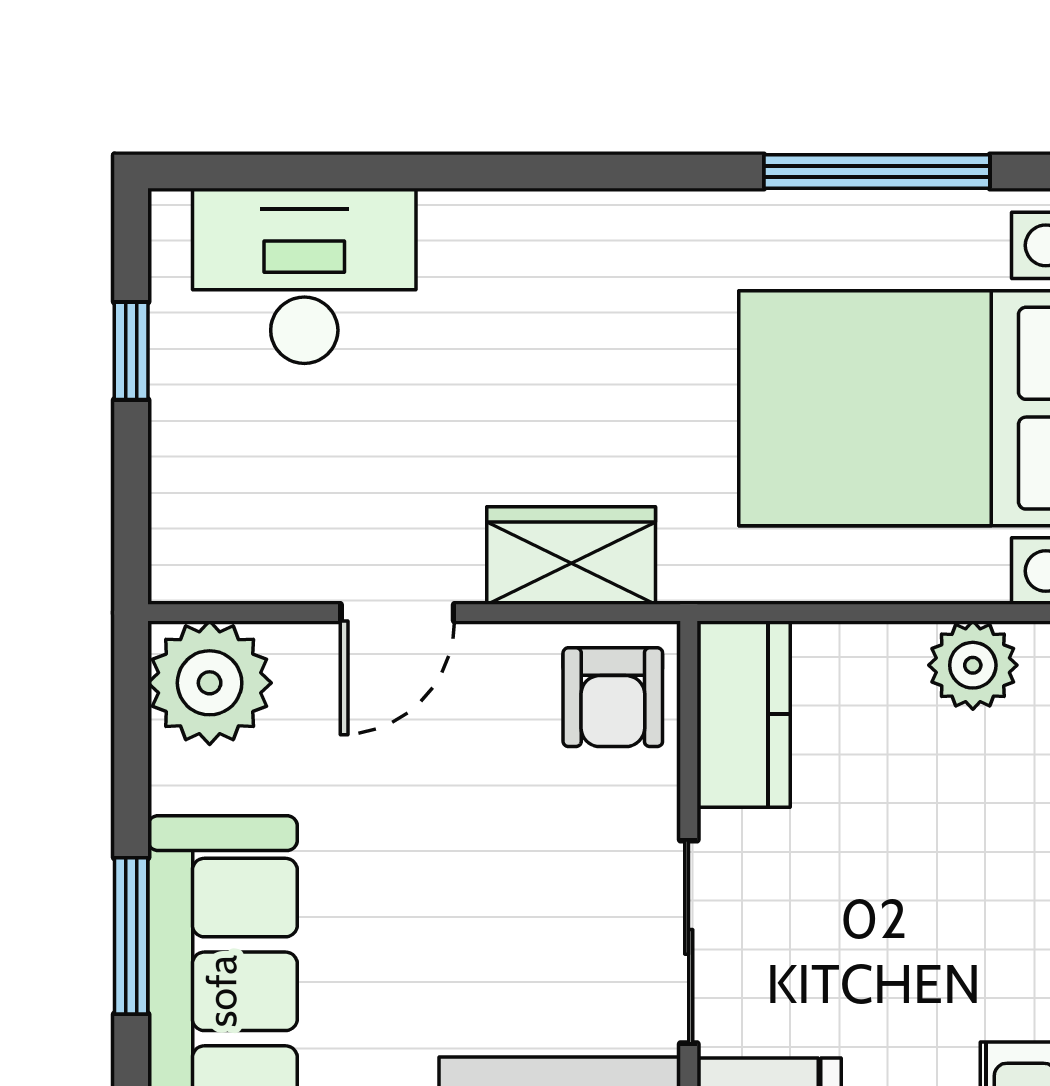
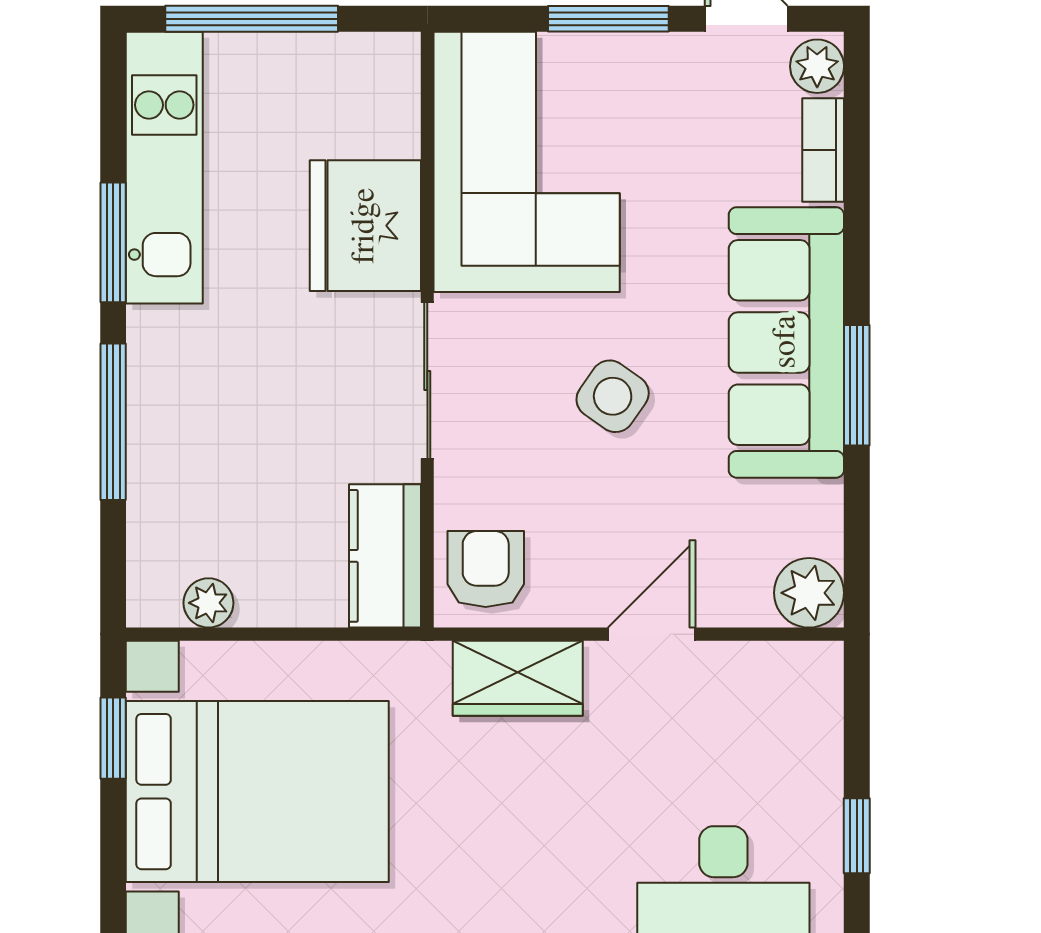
plant: (973, 665) -> (208, 603), width x0.73, depth x0.73
plant: (210, 683) -> (809, 593), width x0.73, depth x0.73
side table: (448, 922) -> (613, 396), added

